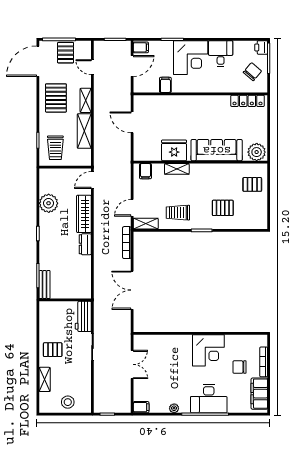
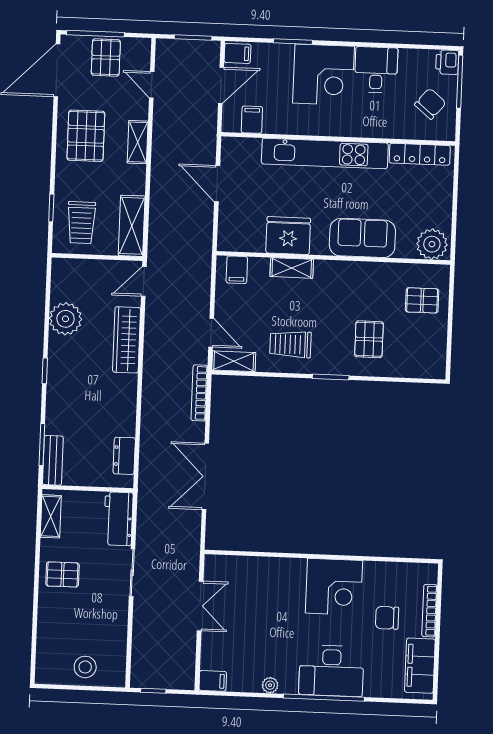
filing cabinet: (165, 85) -> (252, 120), moved
kitchen unit: (193, 103) -> (325, 153), added
shelving: (84, 131) -> (132, 226), moved
sofa: (217, 150) -> (362, 238), width x0.73
door: (132, 208) -> (211, 333), swing flipped
pallet: (223, 208) -> (369, 339), turned 90
dresser: (85, 244) -> (124, 456), moved
shelving: (45, 379) -> (51, 516), moved

